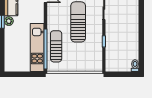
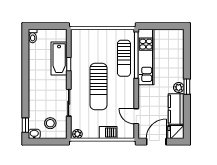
bathtub: (112, 46) -> (59, 59), added

